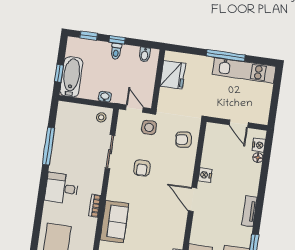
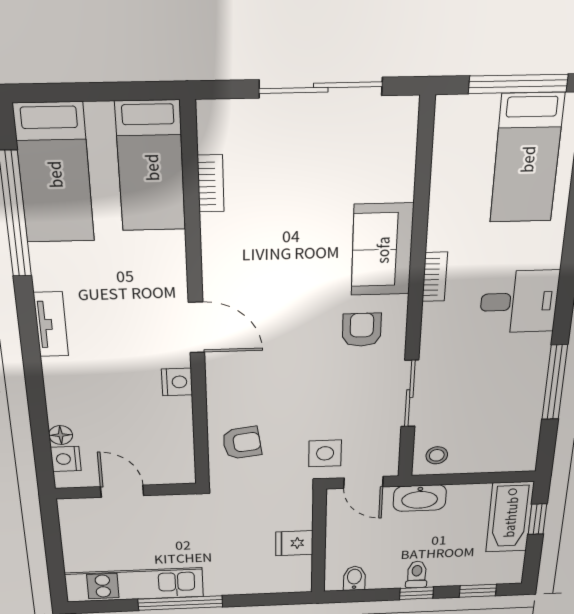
fridge: (173, 75) -> (294, 543), width x0.53, depth x0.75
washbasin: (105, 97) -> (420, 498), width x1.91, depth x1.45
armchair: (142, 168) -> (362, 330), moved

